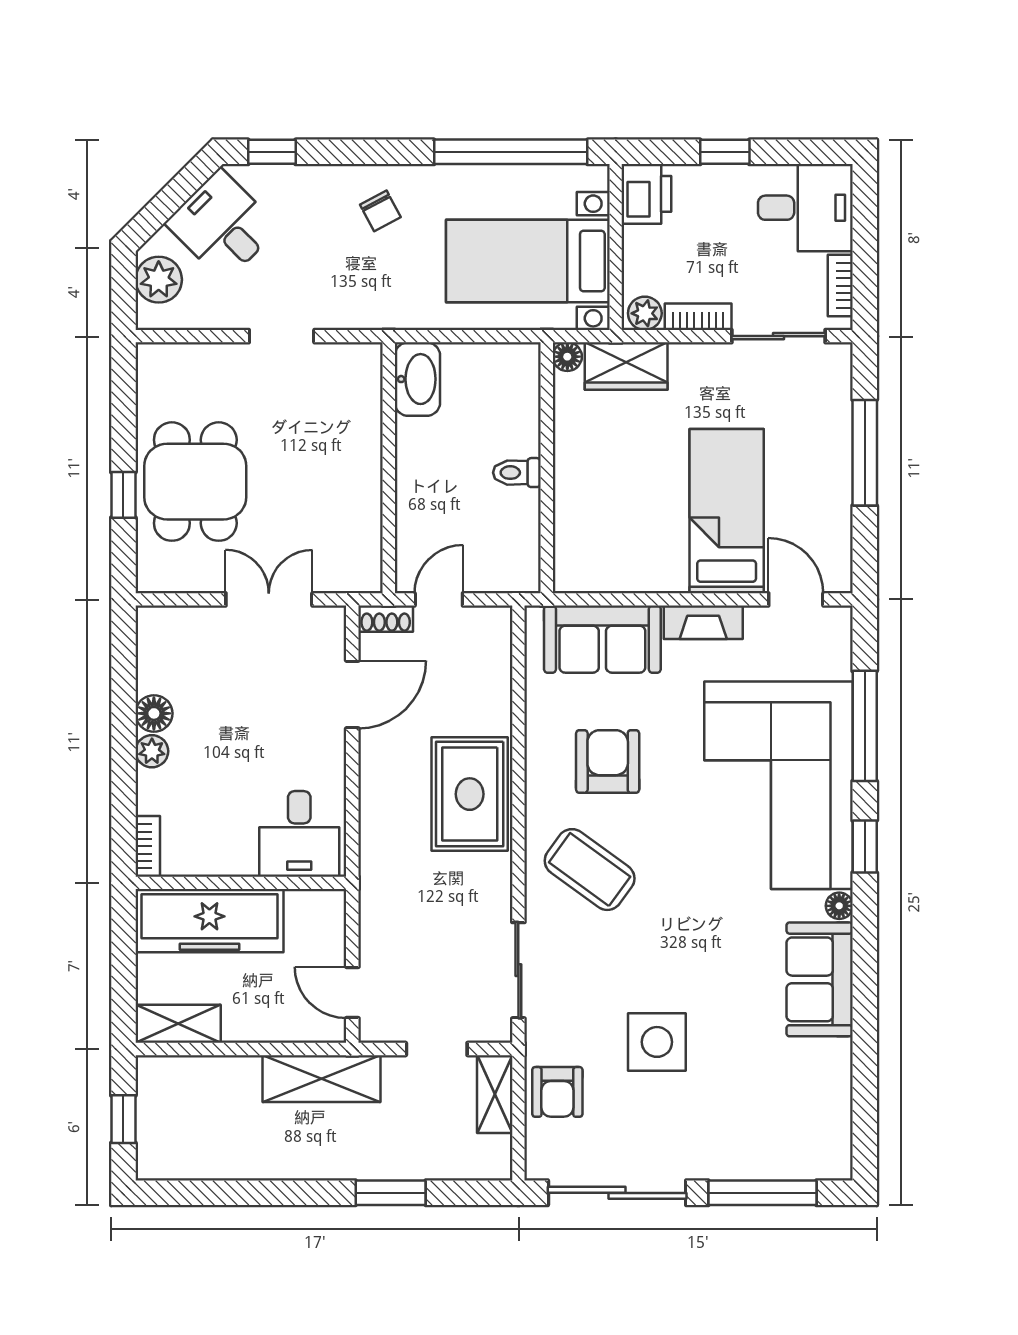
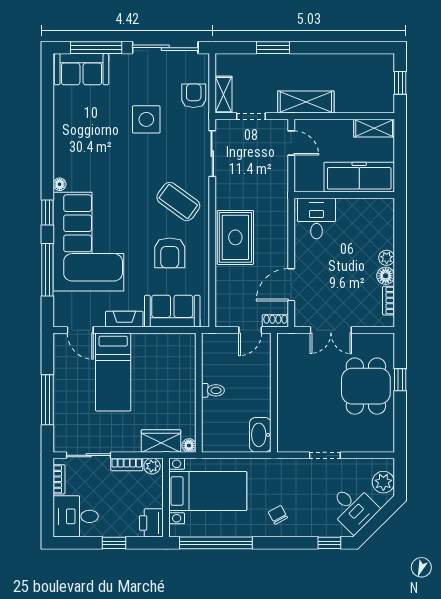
bookcase: (148, 846) -> (389, 301), moved
sofa: (820, 979) -> (81, 69), moved, turned 90

